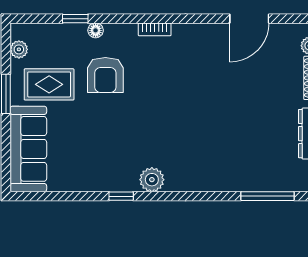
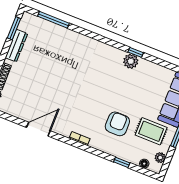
door: (249, 19) -> (38, 129), moved
floor lamp: (96, 30) -> (144, 164), moved
plant: (152, 180) -> (131, 61), moved

